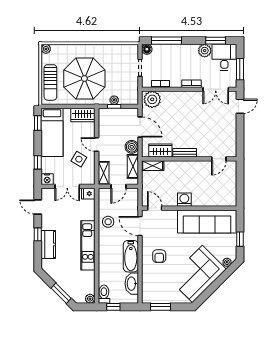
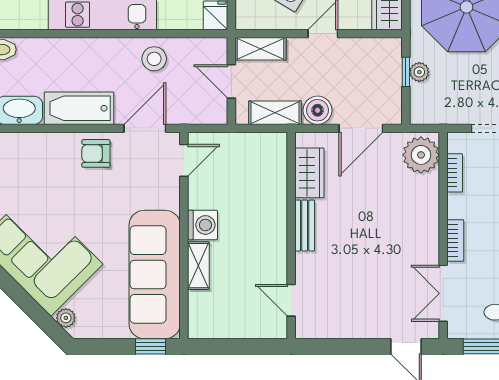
shelving: (153, 166) -> (198, 266), moved
window: (240, 239) -> (150, 346), moved
armchair: (159, 256) -> (96, 153), moved

